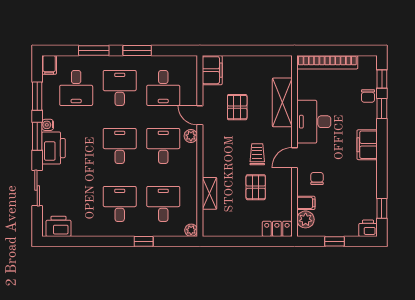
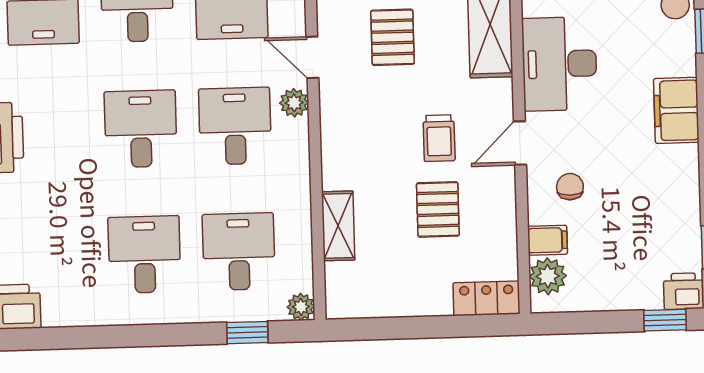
trolley: (257, 154) -> (439, 138), turned 180
window: (144, 241) -> (247, 333), moved
window: (334, 241) -> (665, 320), moved

